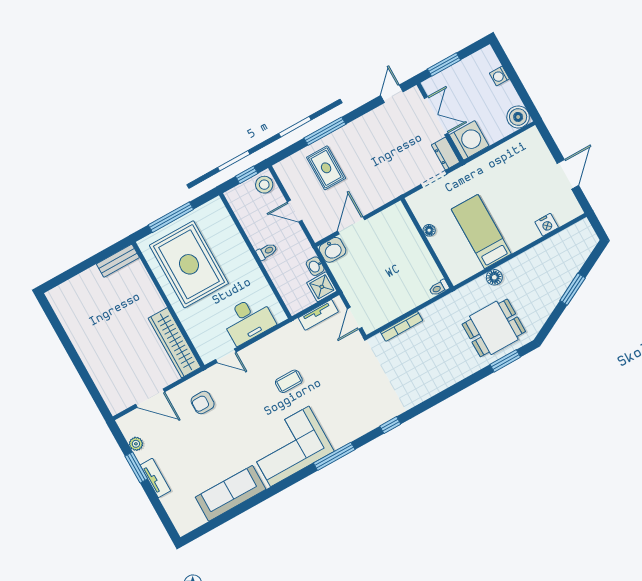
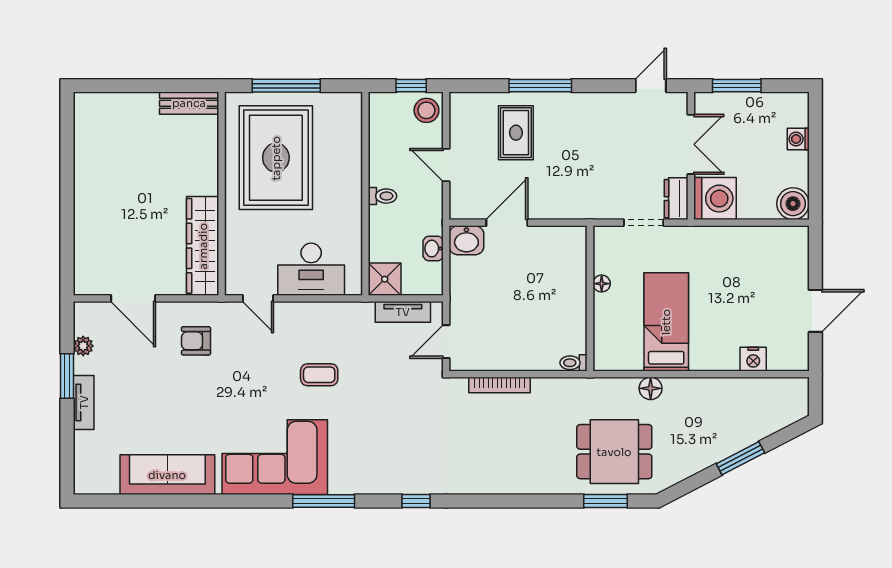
shower: (322, 287) -> (385, 279), moved

